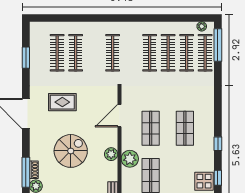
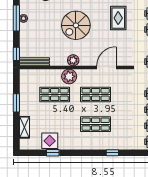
door: (119, 116) -> (107, 67), hinge flipped
window: (218, 144) -> (112, 153), moved
spiral stairs: (71, 151) -> (76, 25), turned 90

